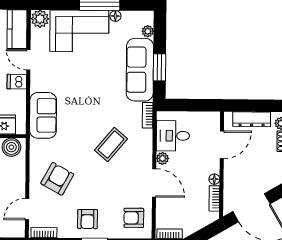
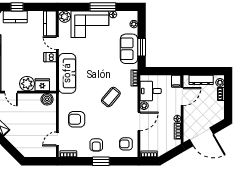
sofa: (140, 70) -> (129, 49), width x0.73
sofa: (43, 115) -> (67, 73), width x1.36
filing cabinet: (213, 121) -> (176, 81), added
armchair: (57, 179) -> (77, 119), turned -119
door: (154, 183) -> (139, 121), hinge flipped

